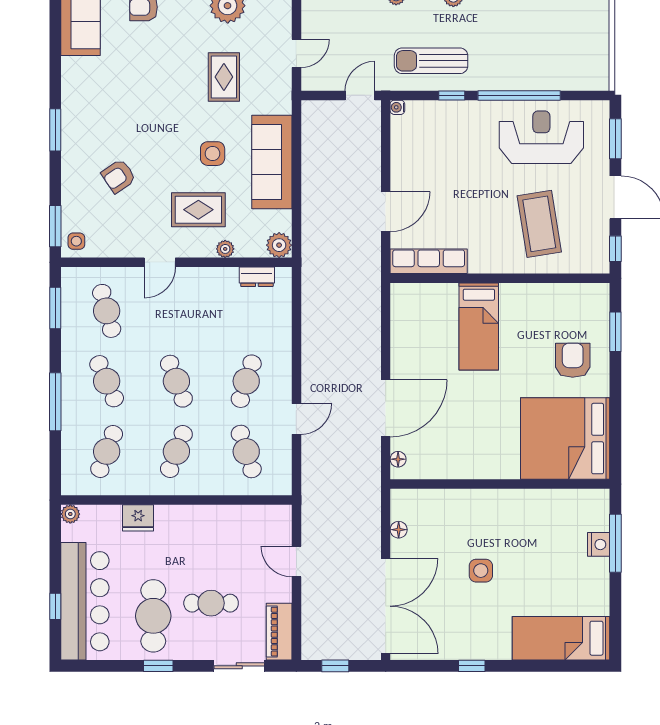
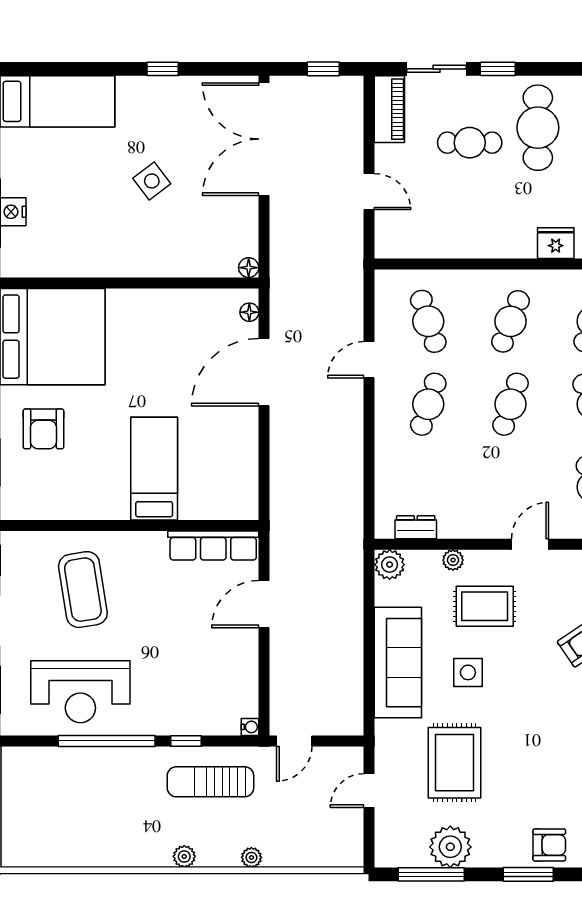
sun lounger: (431, 61) -> (210, 782), turned 180
rug: (224, 77) -> (455, 763), width x1.36, depth x1.43
cafe table: (176, 381) -> (511, 404), turned 39
floor lamp: (399, 530) -> (249, 268), moved
side table: (481, 571) -> (152, 181), turned -37
window: (158, 666) -> (498, 69), moved

